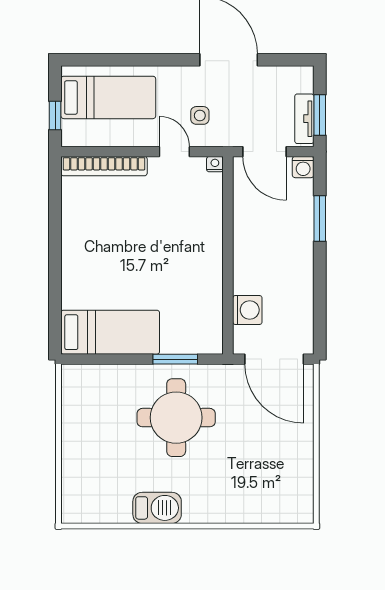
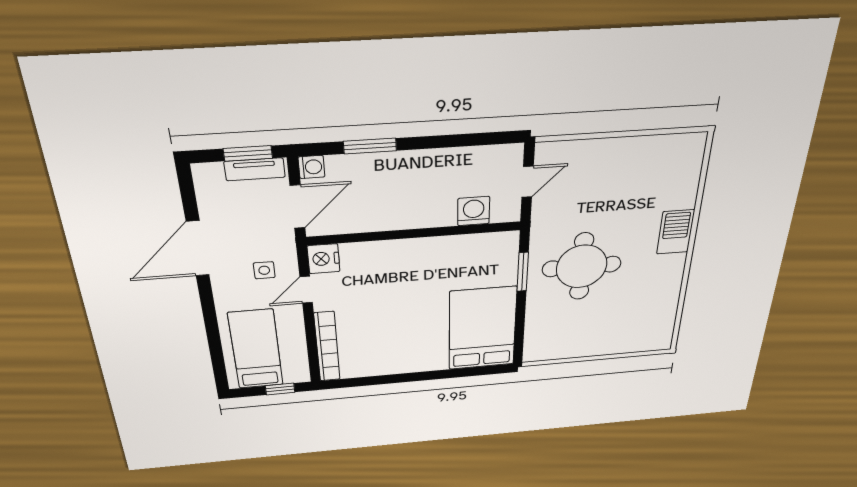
nightstand: (215, 164) -> (324, 259), width x1.89, depth x1.79
bed: (110, 332) -> (482, 329), width x1.50
door: (274, 359) -> (528, 182), width x0.53
barbecue: (157, 508) -> (676, 232), moved

